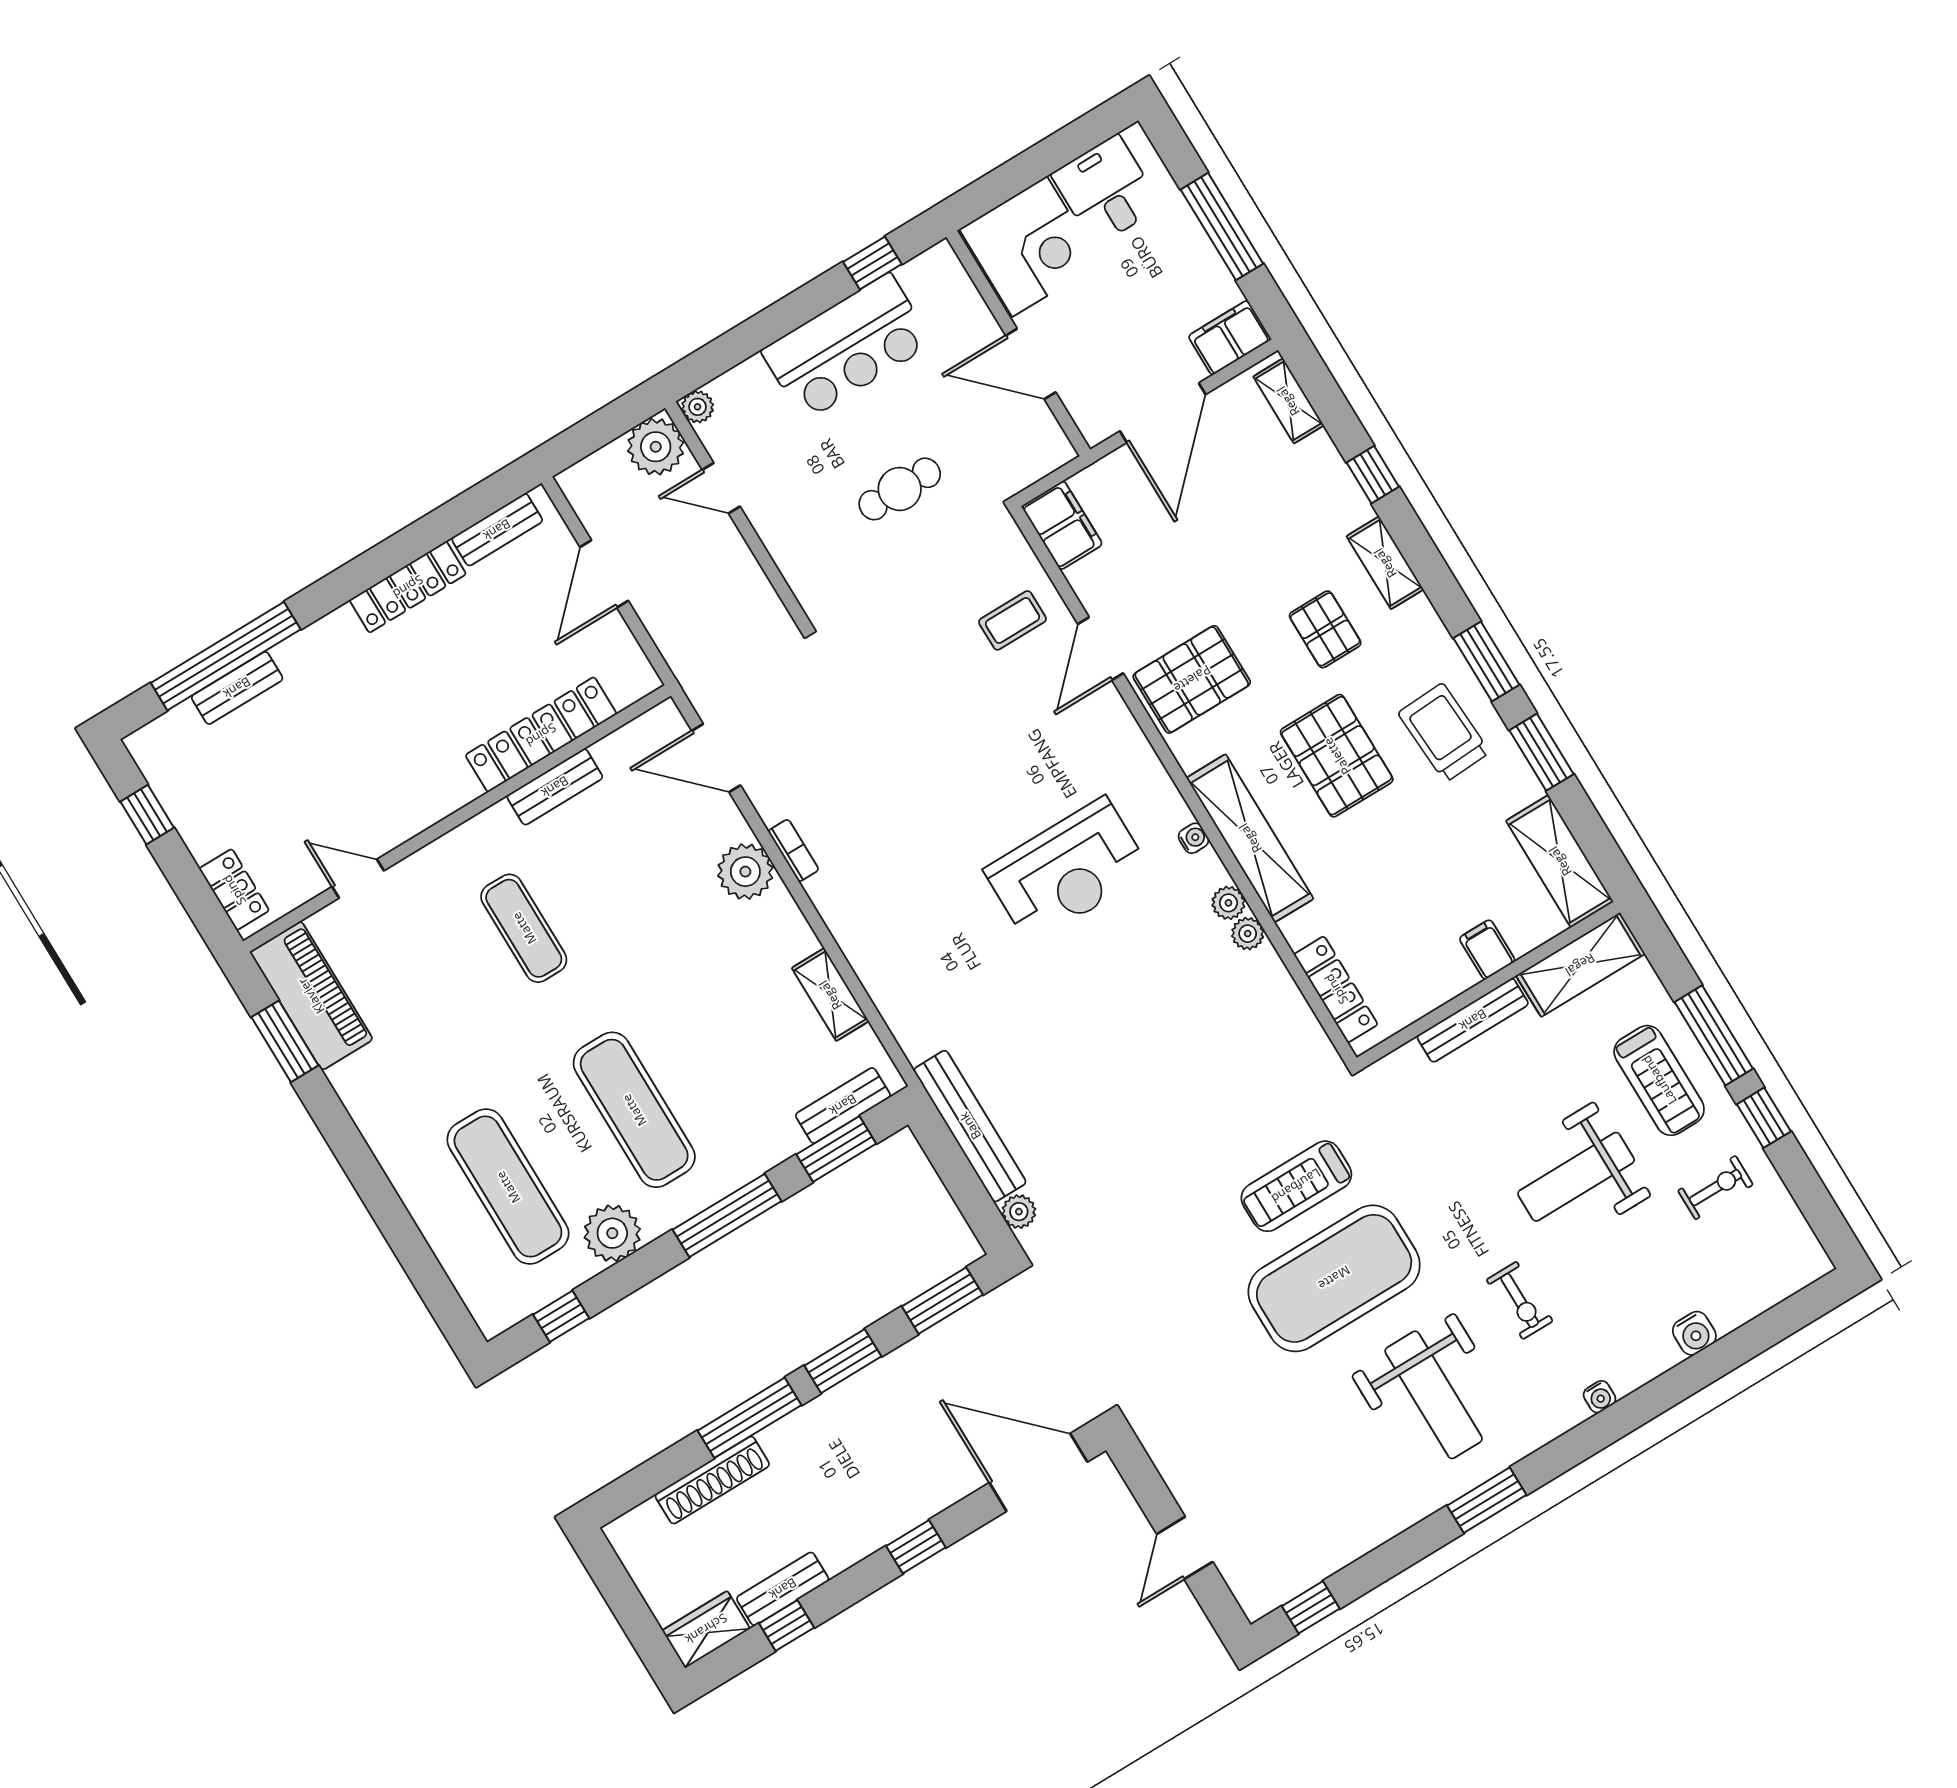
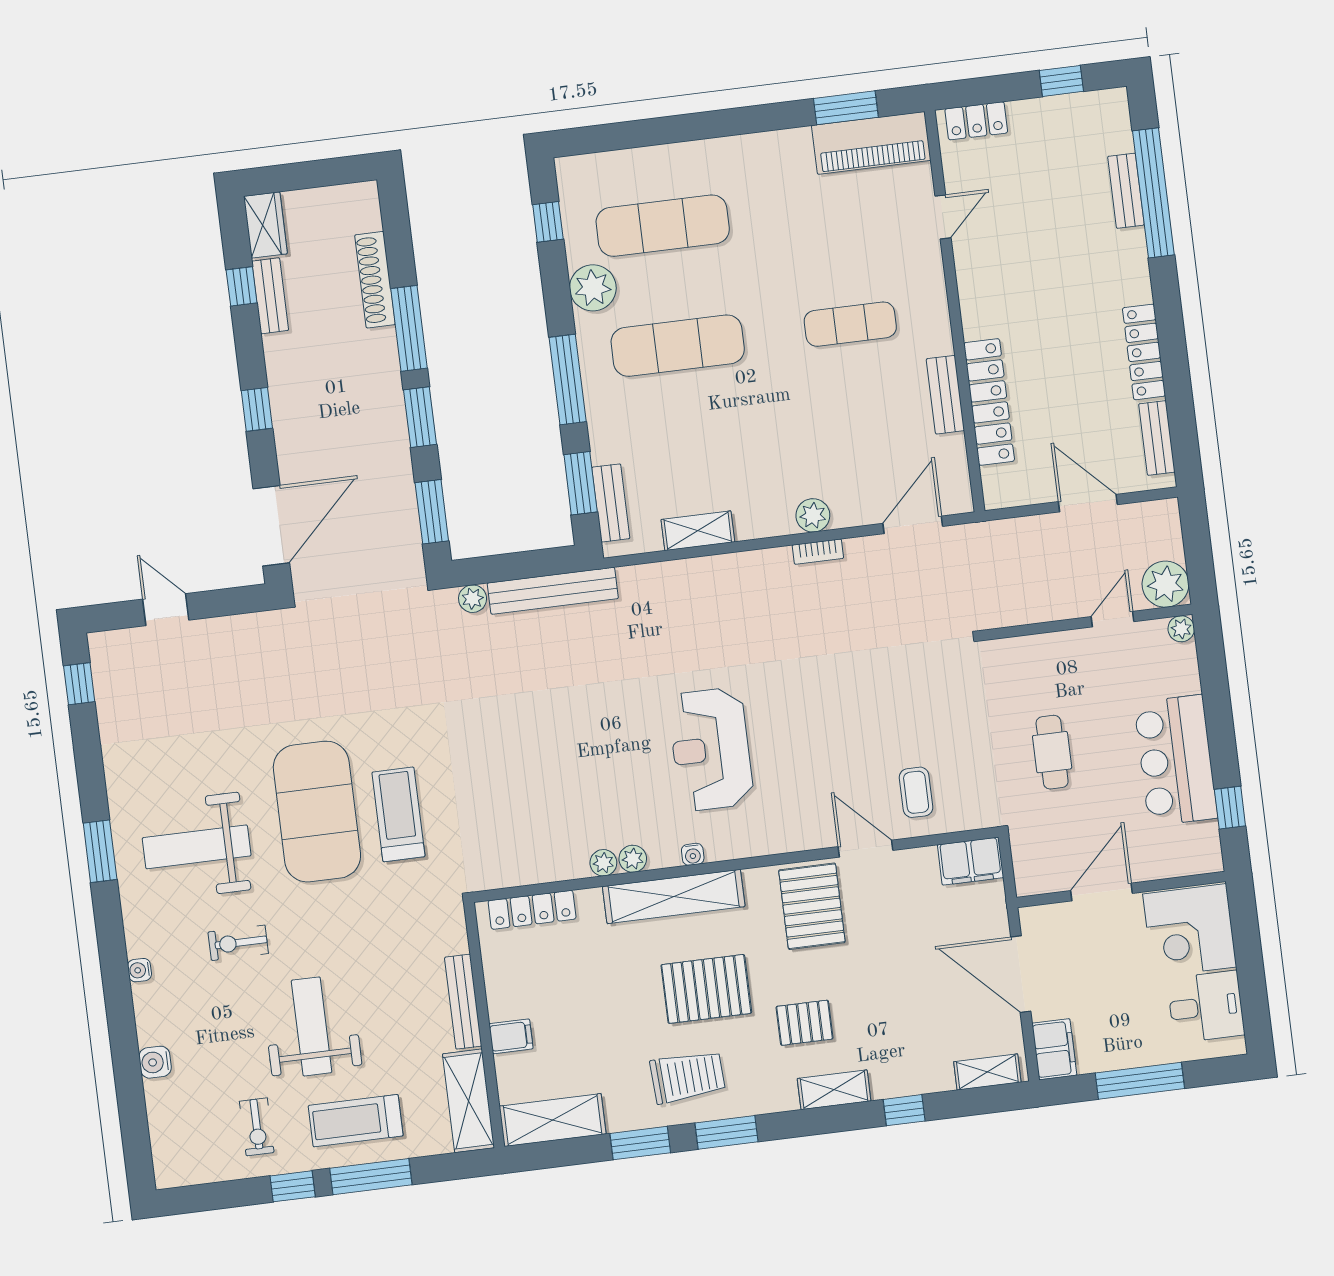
plant: (745, 872) -> (813, 515), width x0.73, depth x0.73

